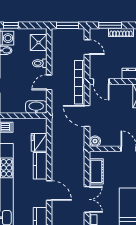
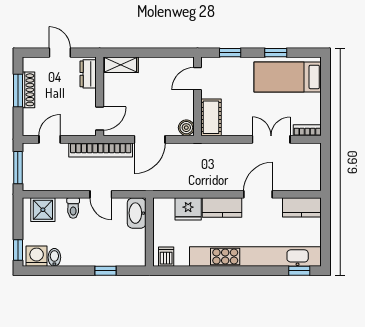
window: (110, 25) -> (18, 91), moved
cot: (96, 171) -> (211, 117), moved, turned 90

